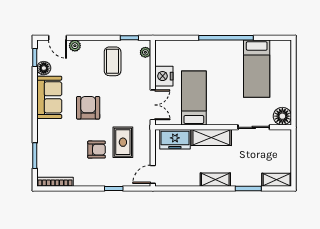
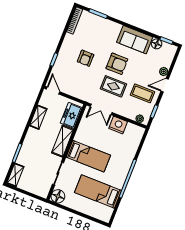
door: (58, 38) -> (165, 85), moved
bed: (194, 98) -> (88, 156), moved
rug: (123, 142) -> (113, 86), moved
shelving: (215, 180) -> (38, 117), moved

